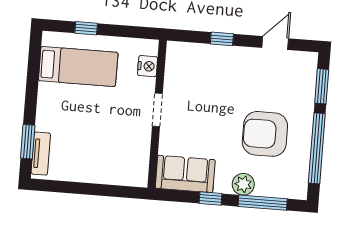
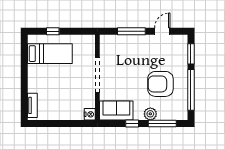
window: (222, 39) -> (131, 31), width x2.17
nightstand: (148, 66) -> (90, 114), moved
doorway: (157, 110) -> (97, 75), width x1.87
window: (28, 142) -> (24, 99), removed

